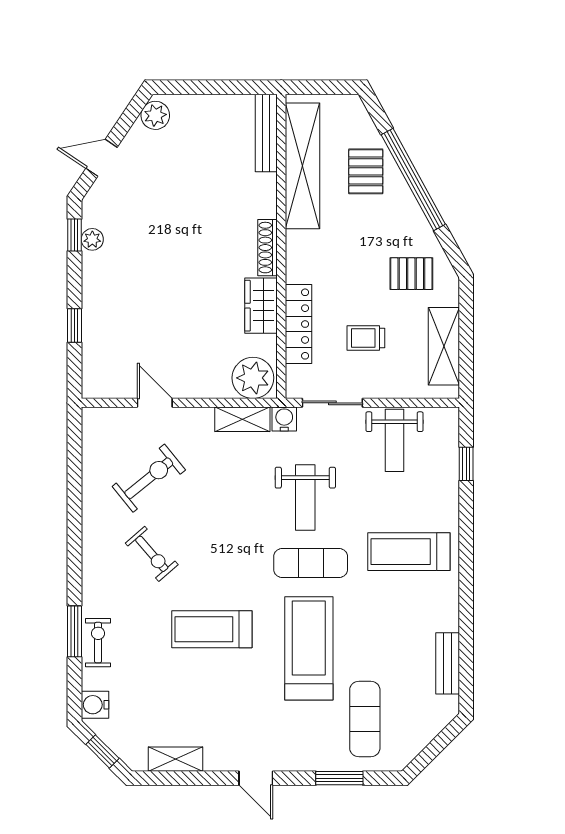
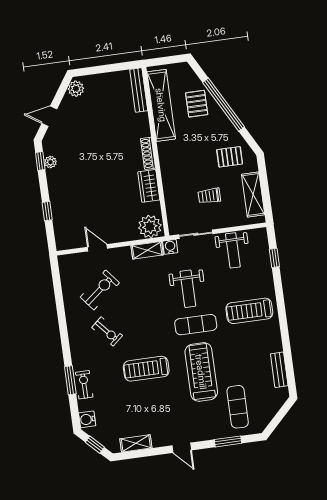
locker: (298, 324) -> (171, 193), removed

